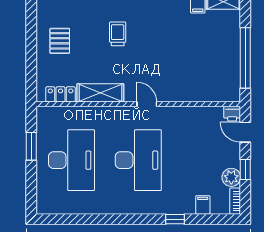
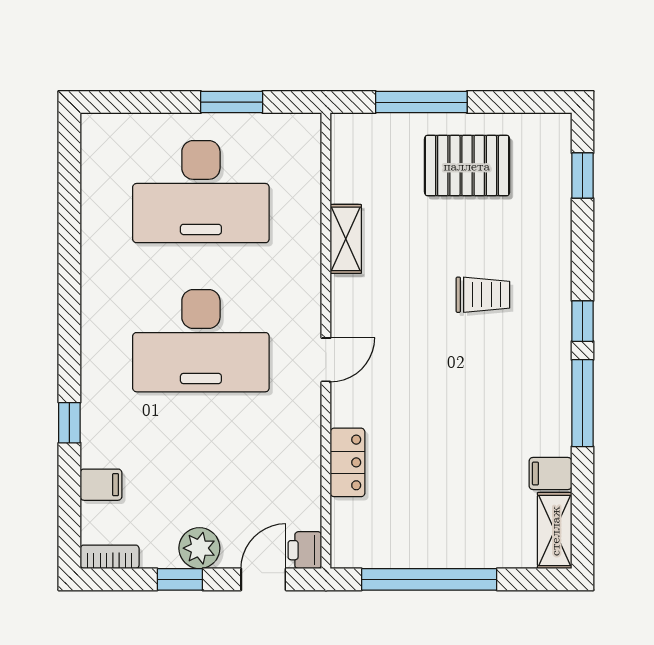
pallet: (60, 41) -> (467, 166), width x1.50, depth x1.42
window: (31, 61) -> (421, 102), added
shelving: (100, 93) -> (346, 239), width x0.67, depth x0.75
locker: (61, 94) -> (348, 462), moved
plant: (231, 177) -> (199, 548), moved

